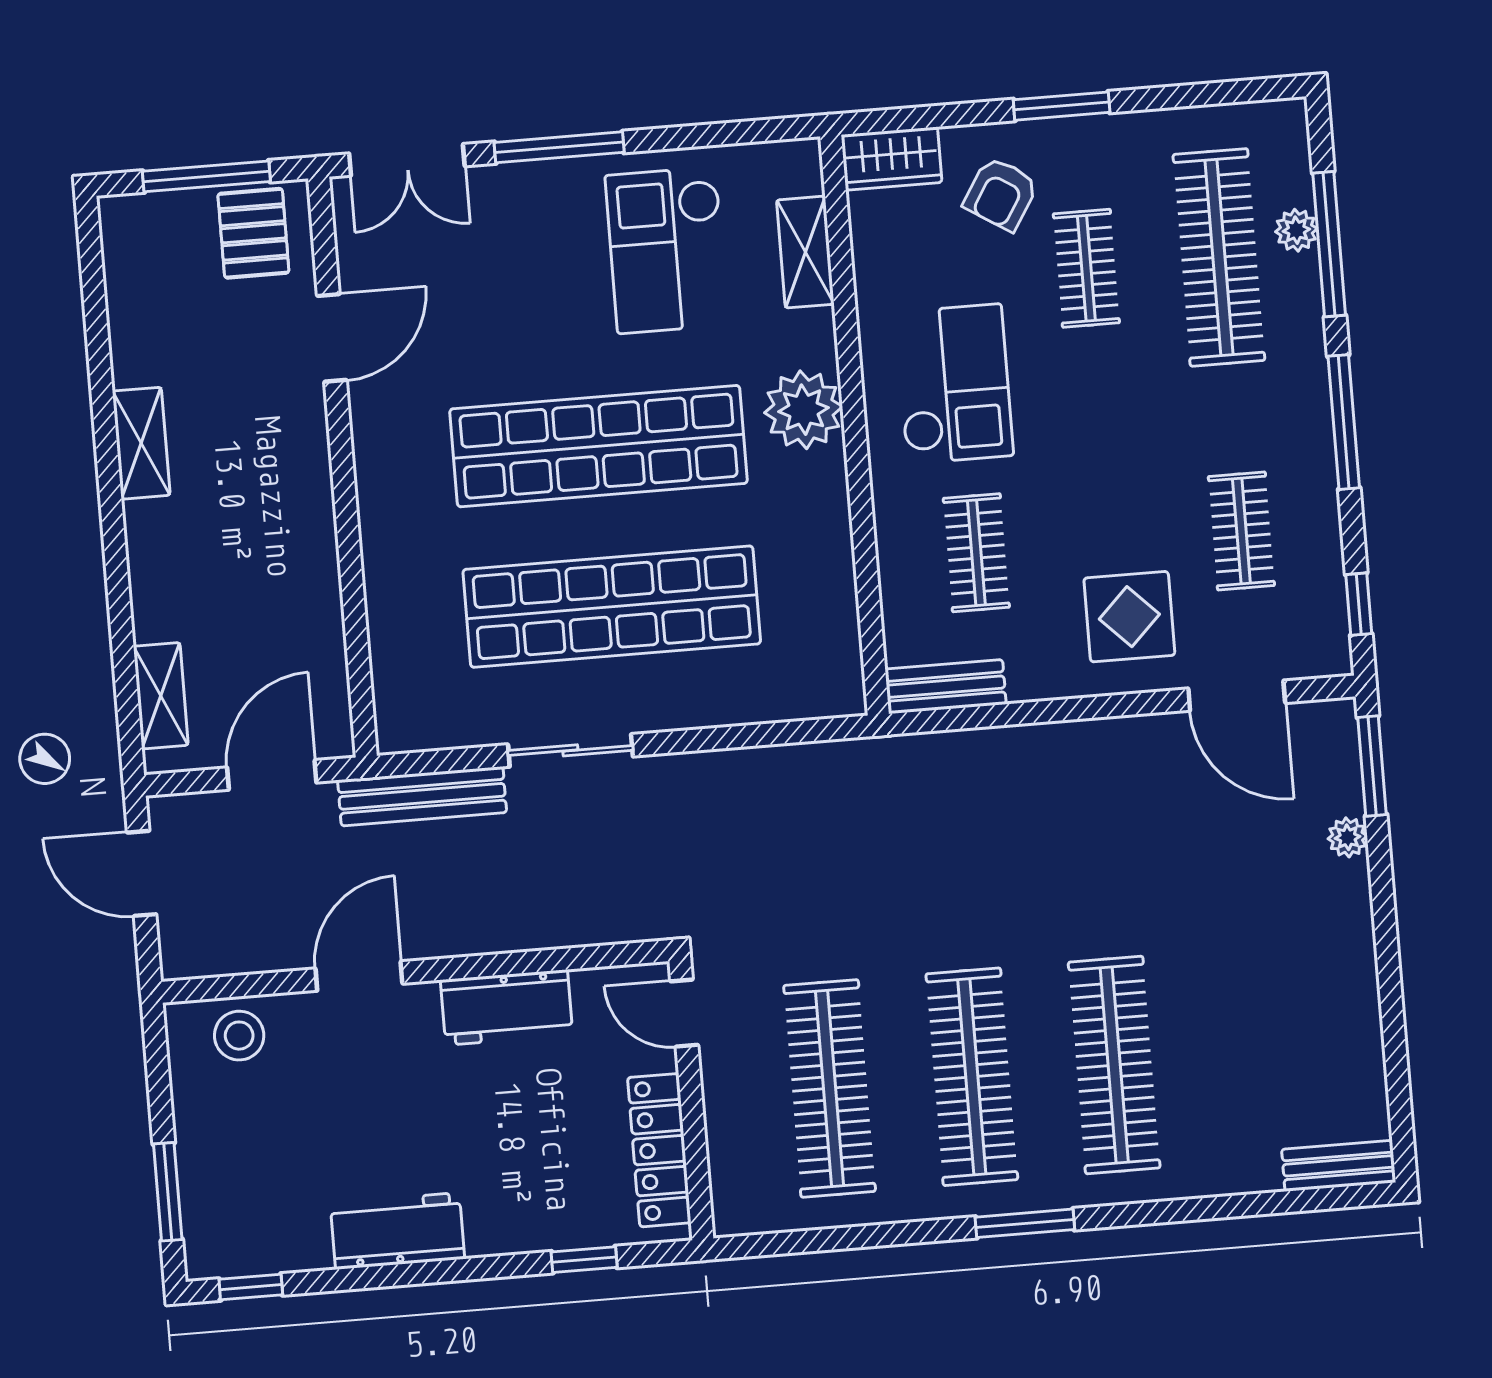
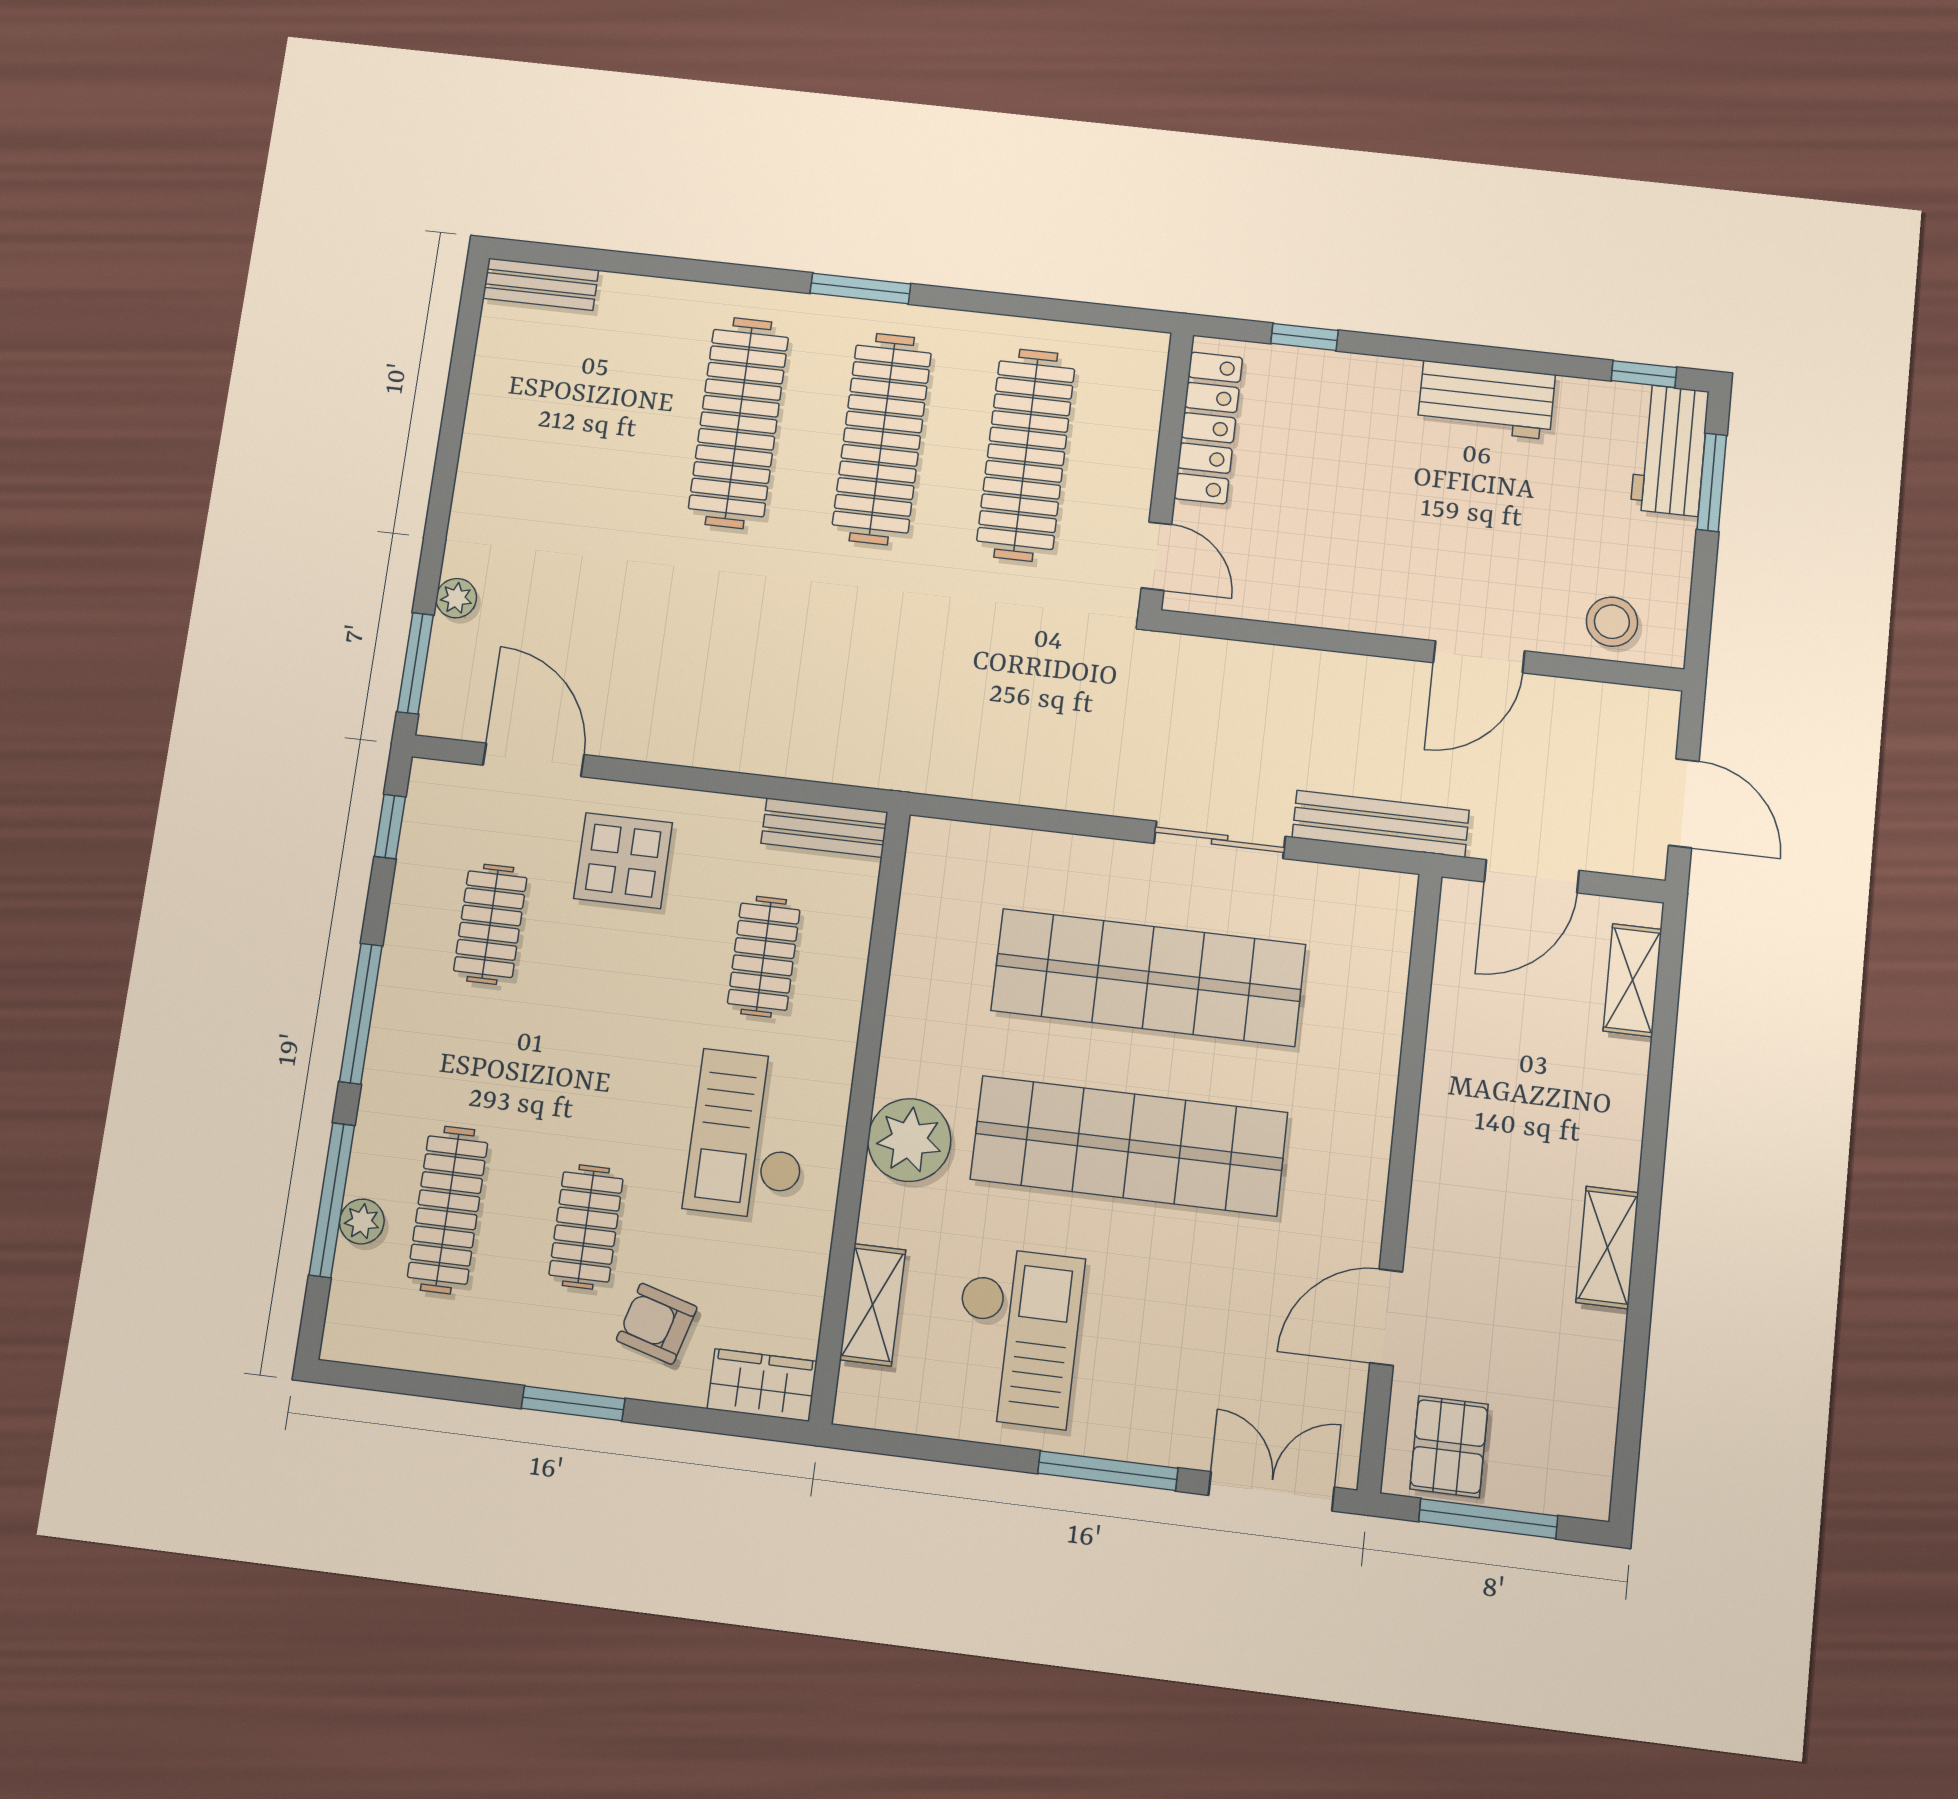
armchair: (1001, 194) -> (657, 1324), turned -106
clothes rail: (1219, 257) -> (448, 1210), width x0.73, depth x0.76
workbench: (507, 1007) -> (1670, 450), moved, turned -90

